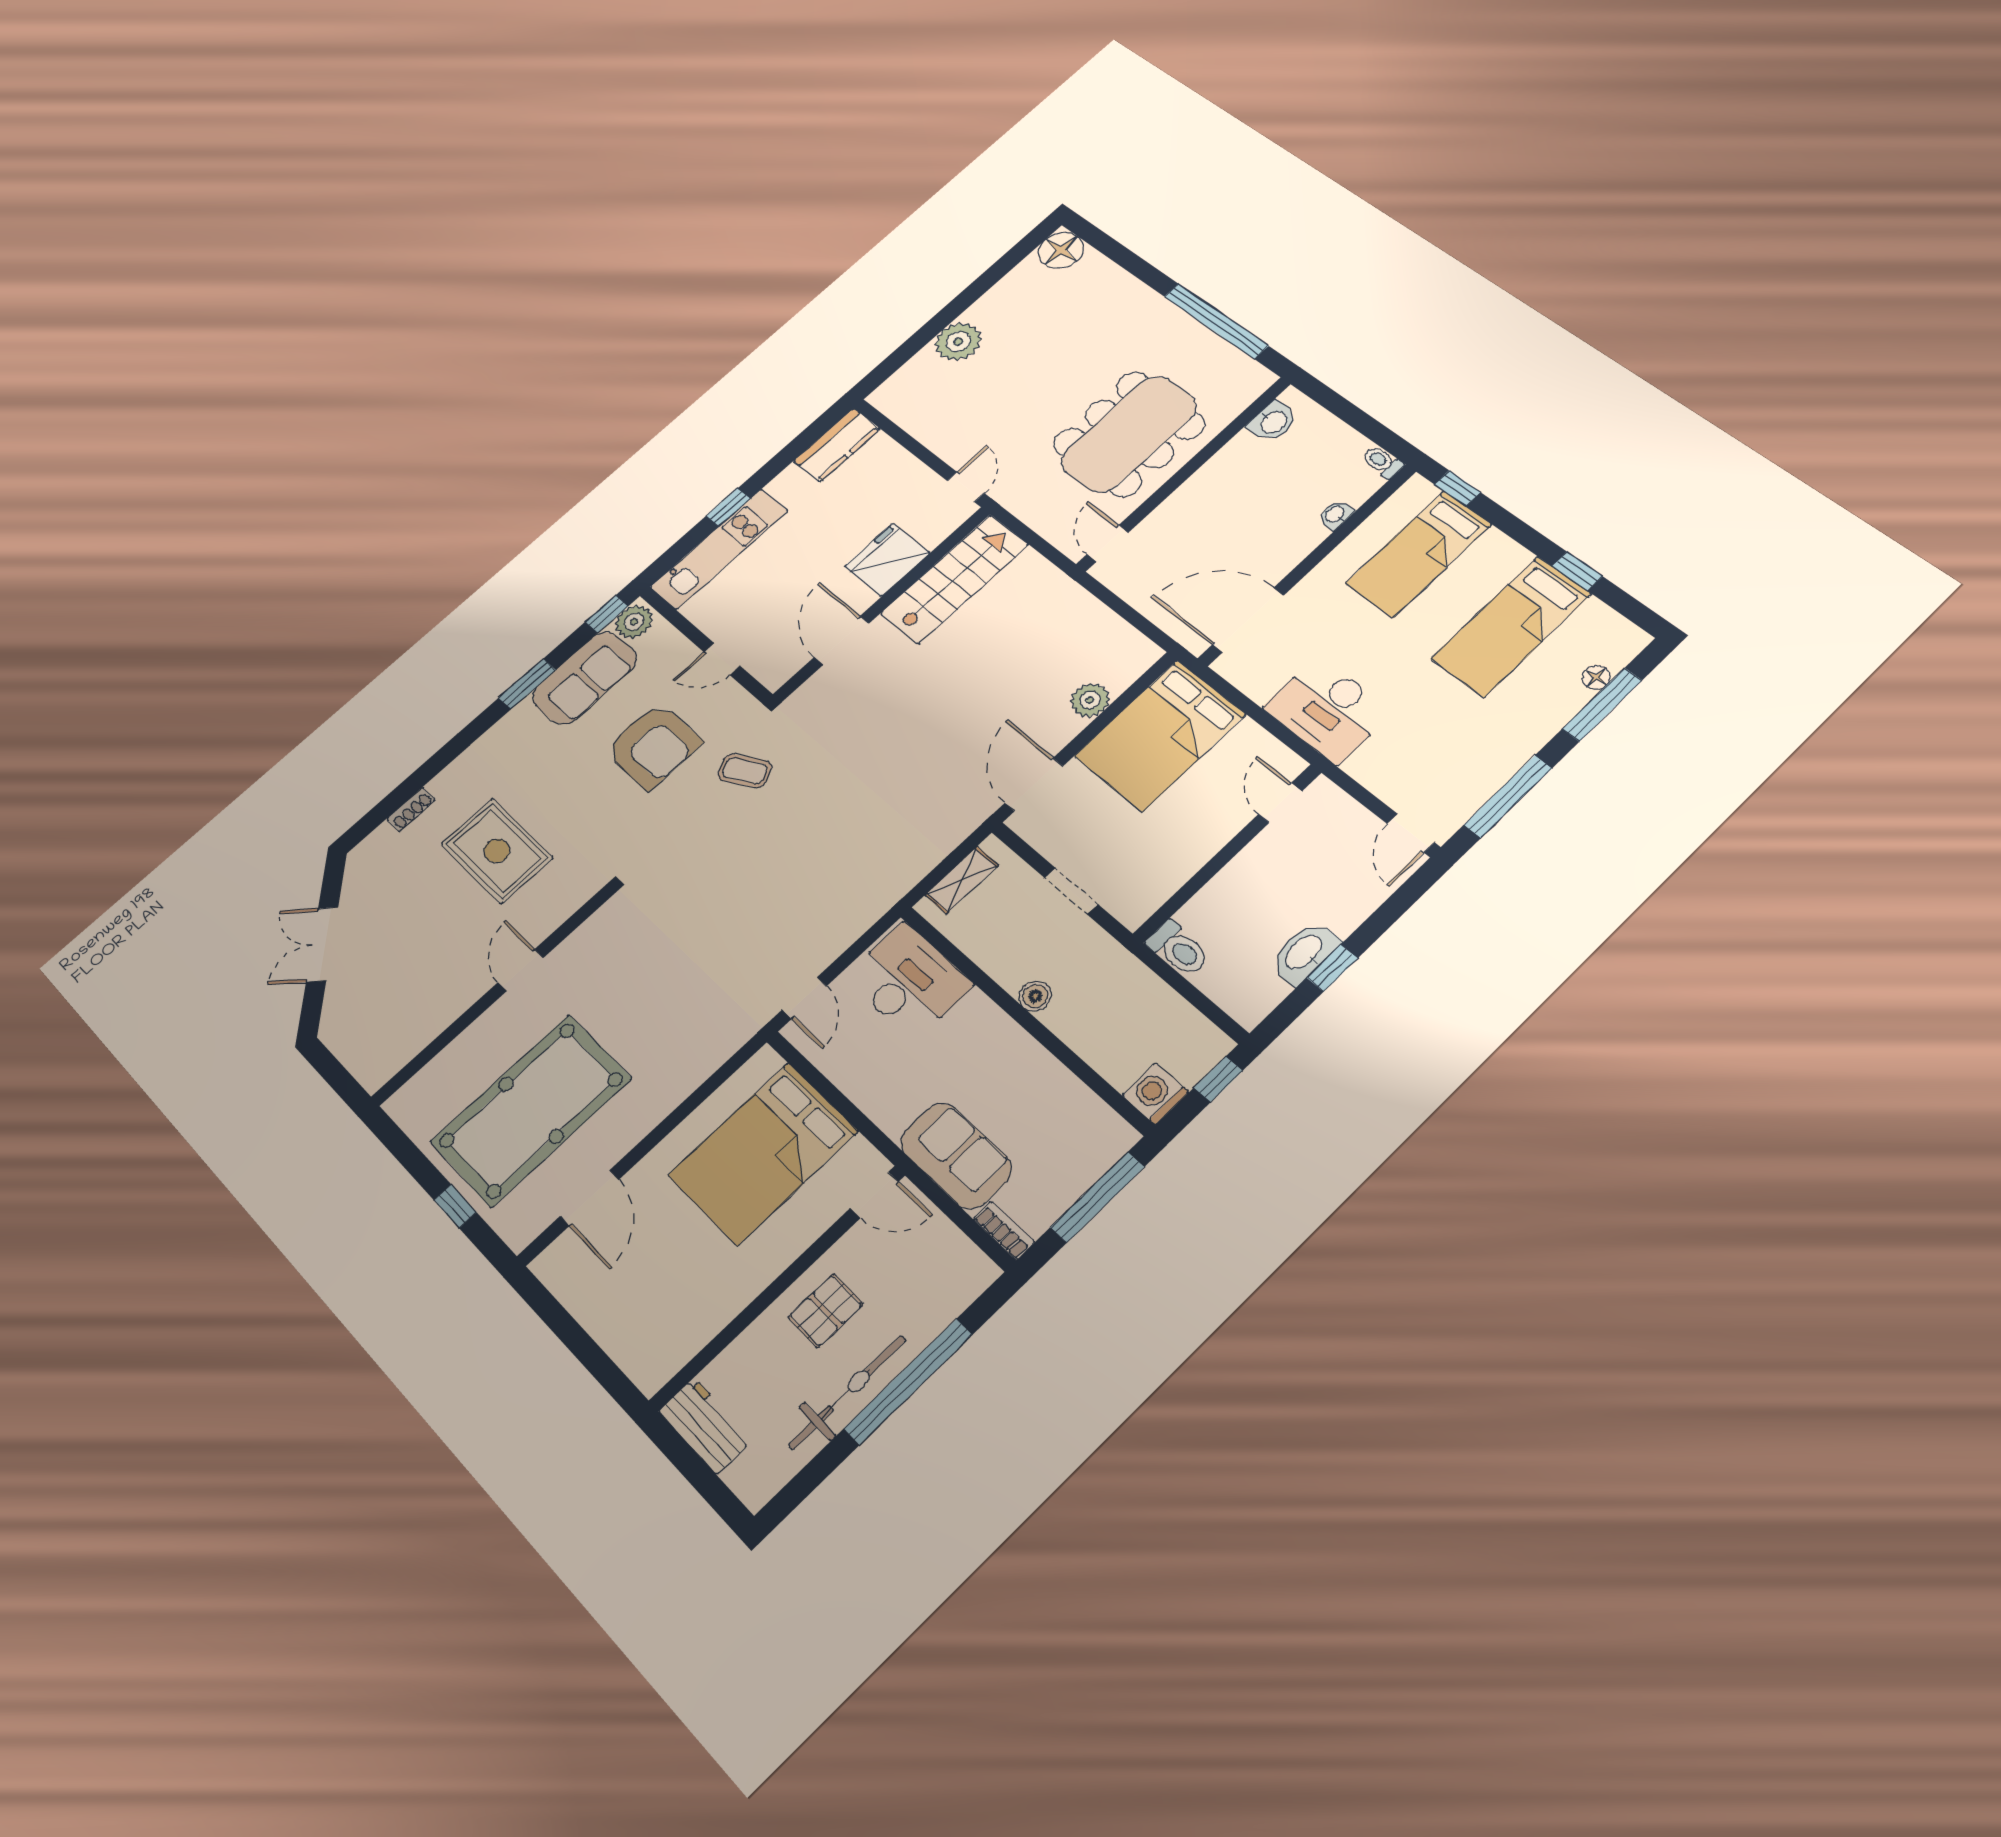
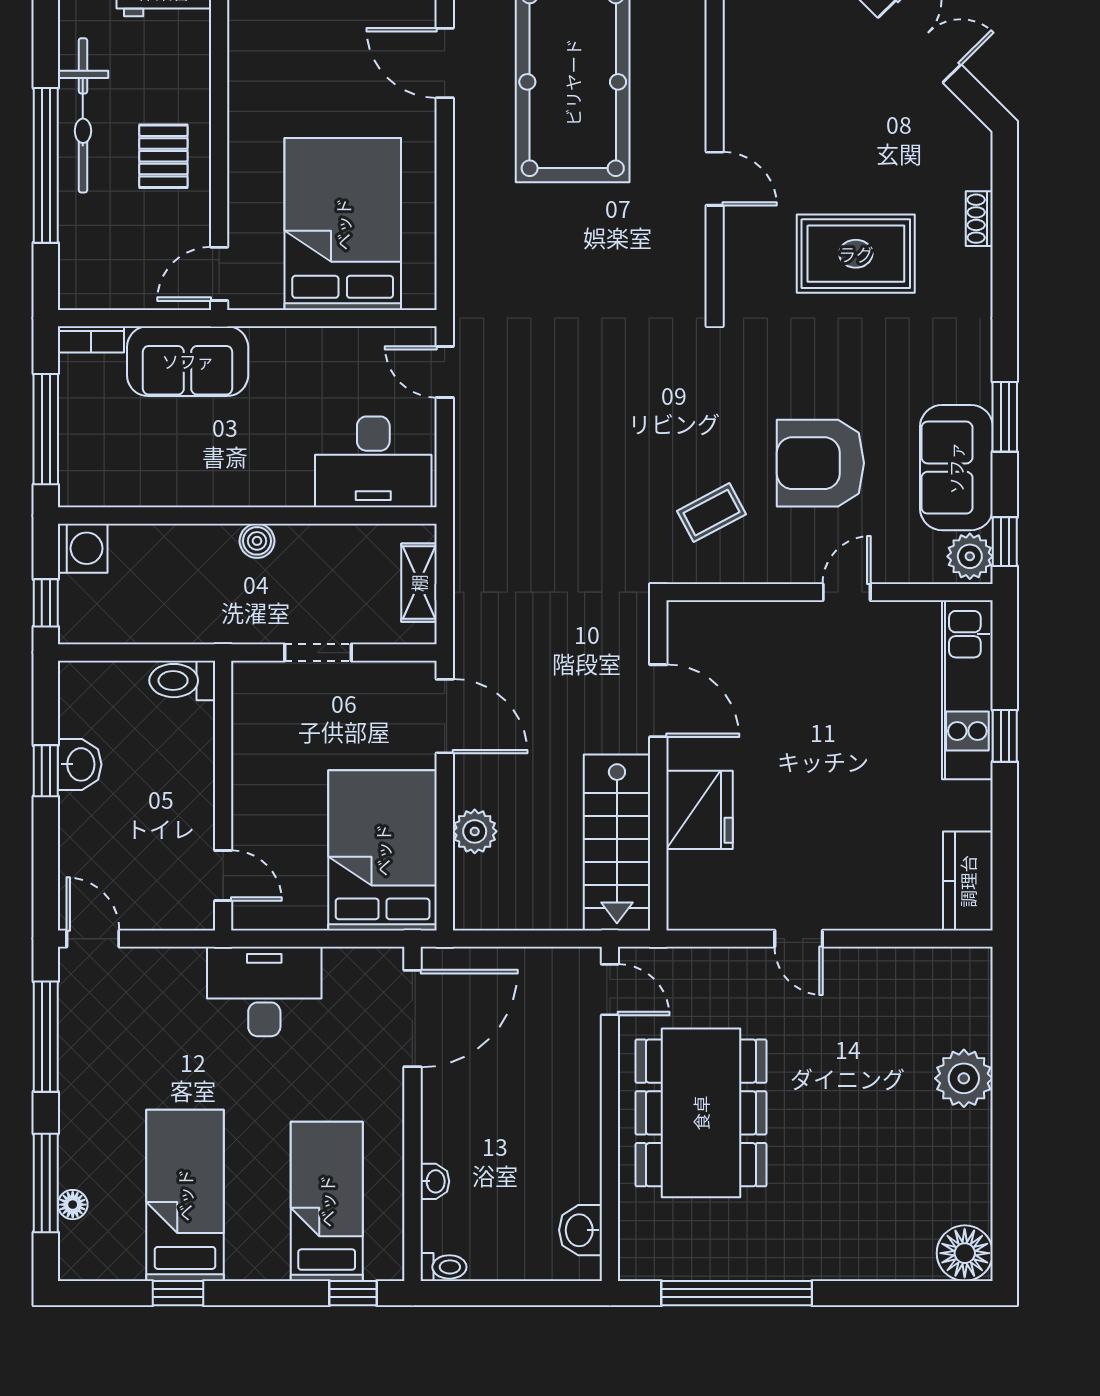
fridge: (887, 560) -> (699, 810), moved
stairs: (955, 579) -> (617, 842), moved
wall: (883, 604) -> (658, 765), moved
door: (842, 640) -> (658, 701), moved
washbasin: (1304, 953) -> (80, 764), width x0.72

